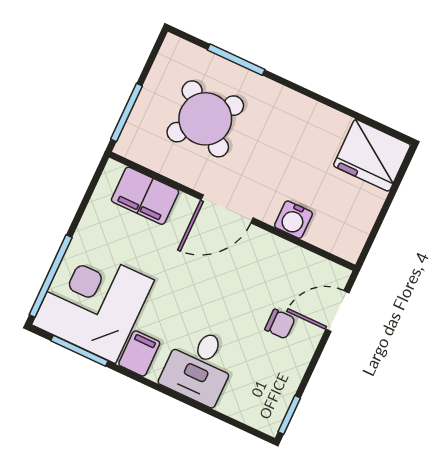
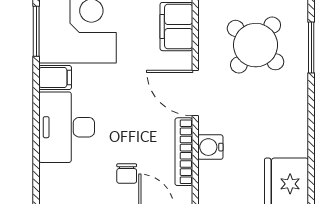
bookcase: (285, 251) -> (184, 152), added
desk: (199, 366) -> (67, 127), width x1.37

